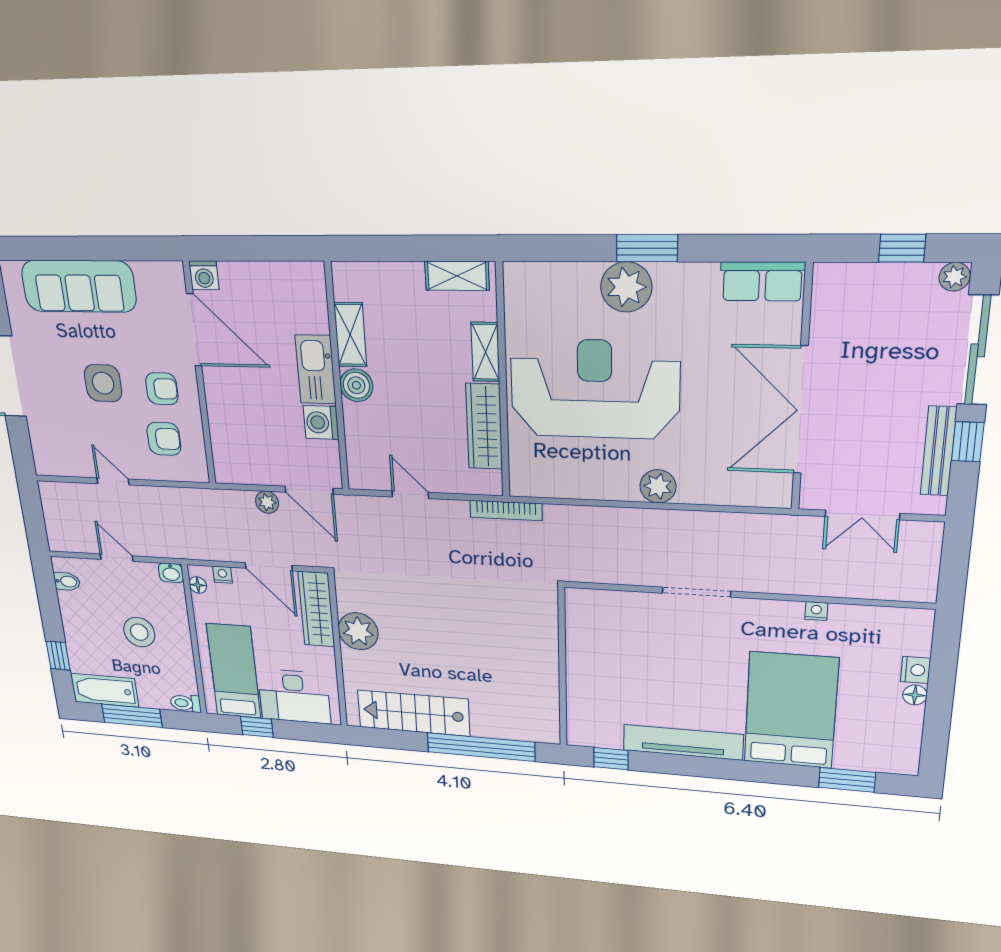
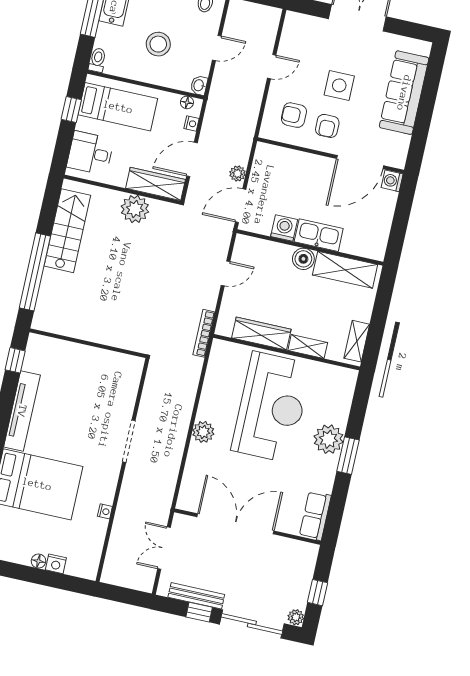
shelving: (350, 335) -> (345, 270), width x1.50, depth x1.33
armchair: (164, 439) -> (294, 115), turned 90
desk: (294, 696) -> (90, 153), width x0.73

